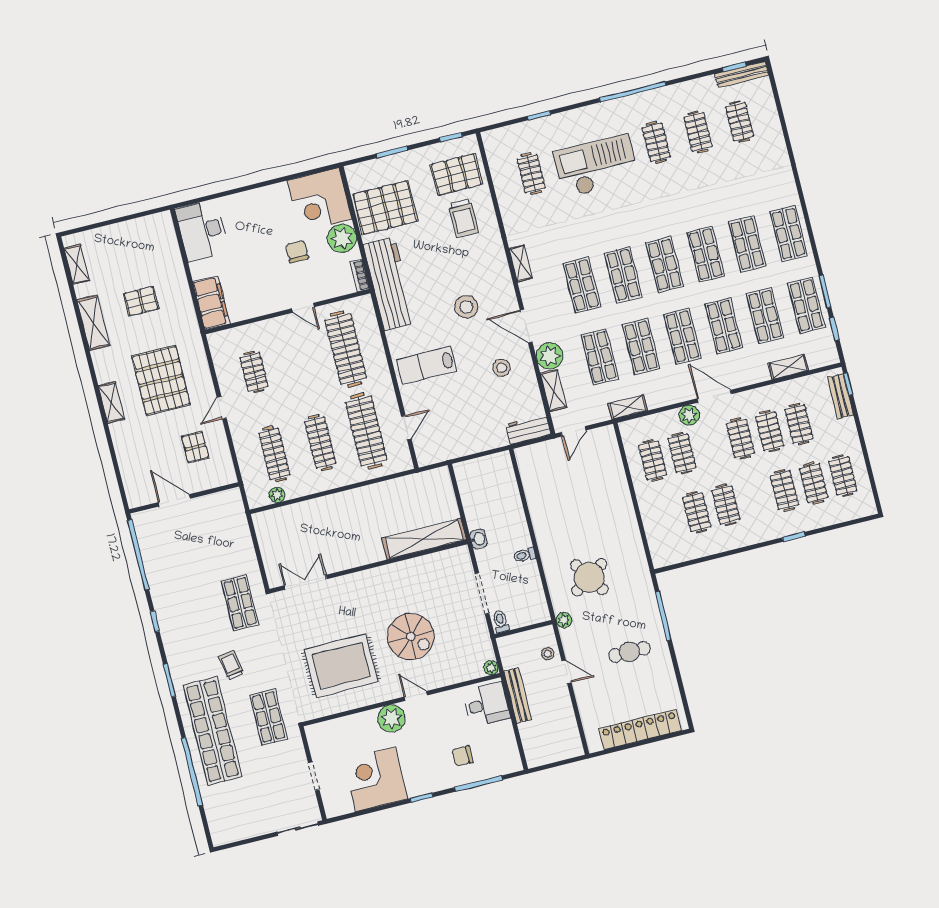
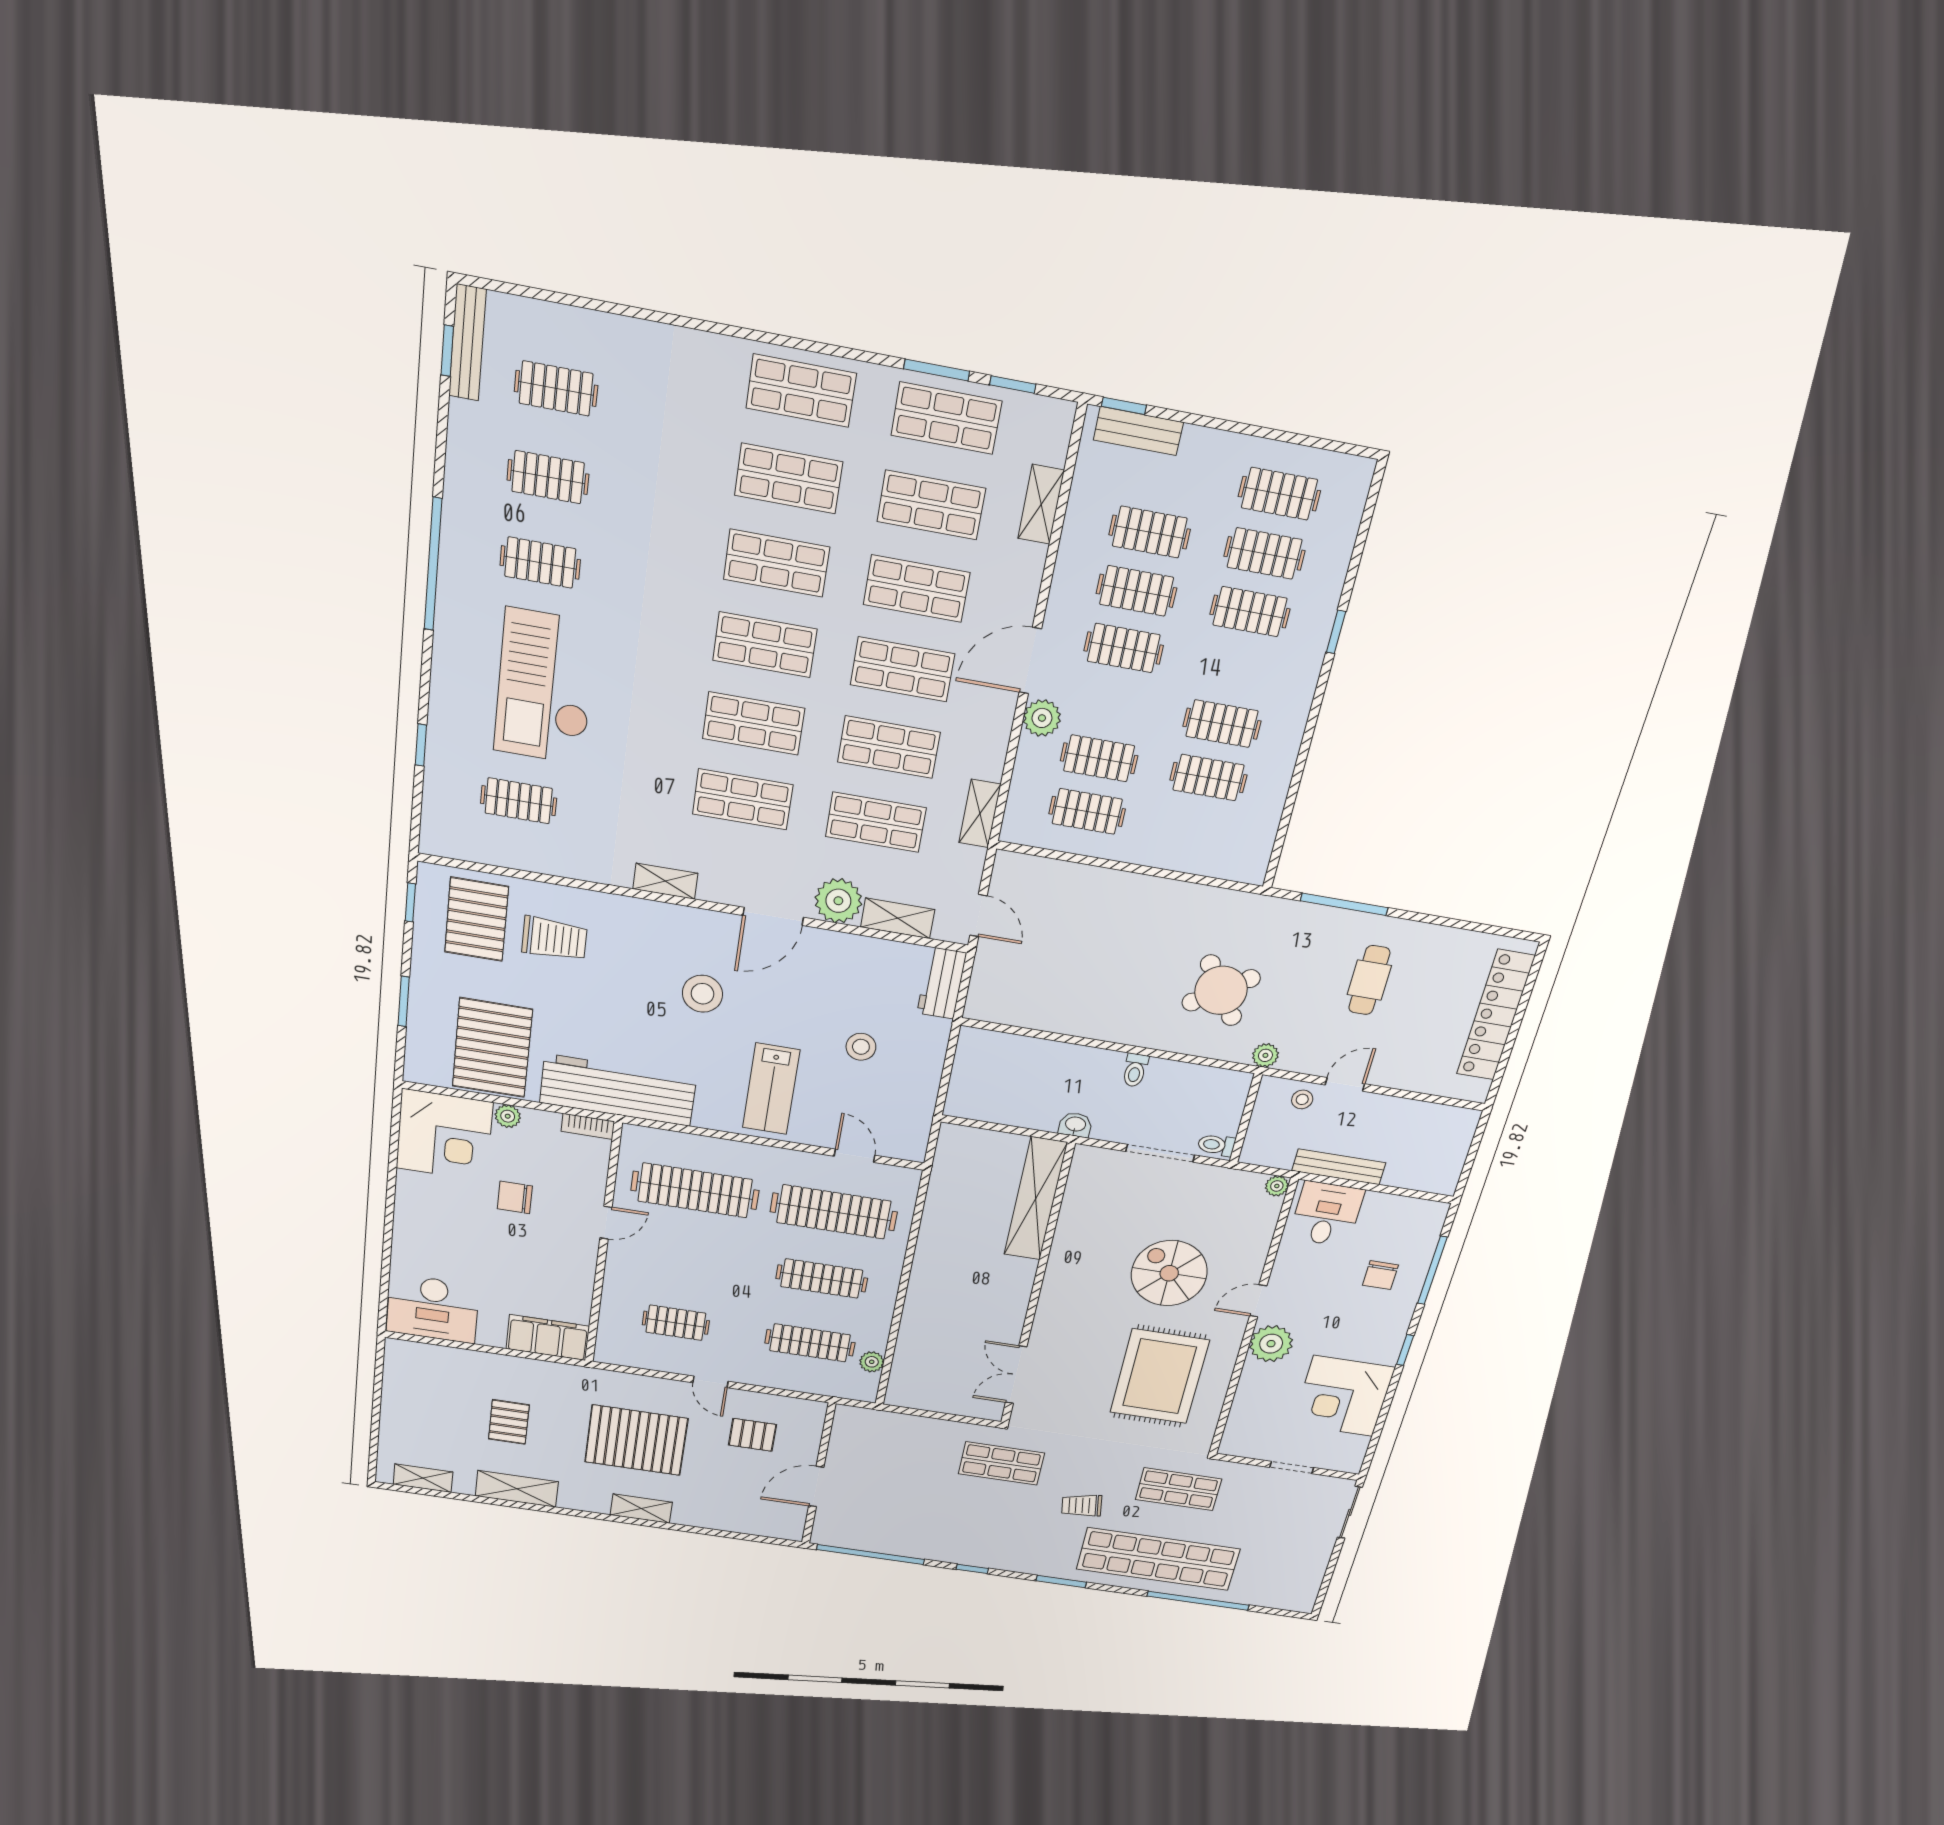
plant: (342, 238) -> (508, 1116), width x0.53, depth x0.53
stool: (502, 368) -> (861, 1047), moved
spiral stairs: (411, 636) -> (1169, 1273), turned -90

